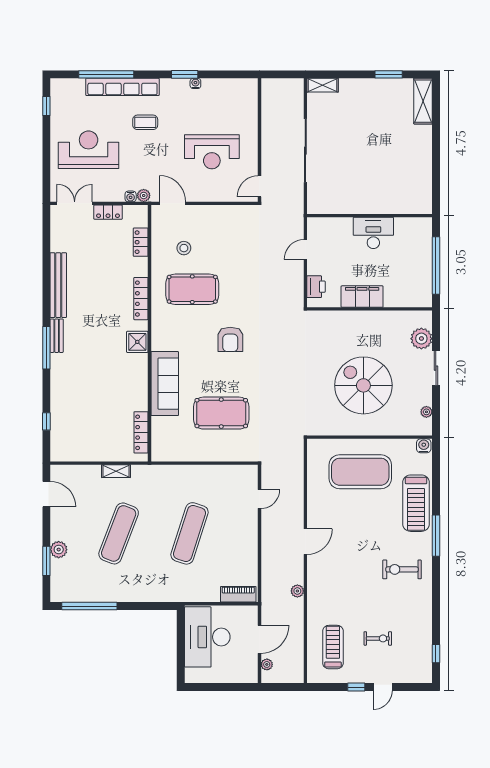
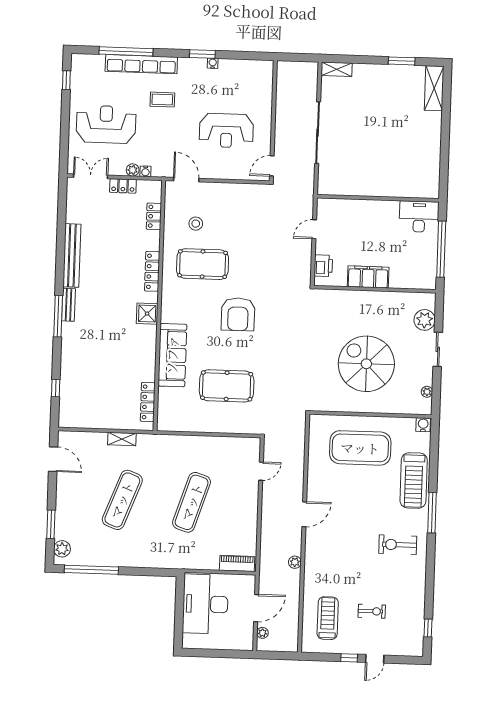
plant: (144, 195) -> (133, 170), moved
desk: (373, 233) -> (419, 217), moved
armchair: (230, 339) -> (238, 314), width x1.36, depth x1.36
plant: (59, 550) -> (62, 549), moved

